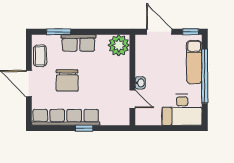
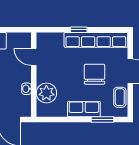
plant: (119, 45) -> (46, 93), moved
washbasin: (140, 83) -> (26, 89), moved

